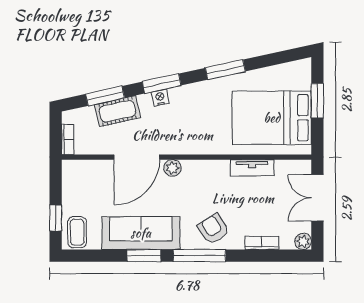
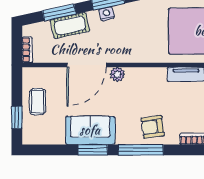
armchair: (213, 229) -> (153, 127), turned -65
coffee table: (77, 232) -> (38, 102), moved
sofa: (141, 233) -> (90, 130), width x0.73

